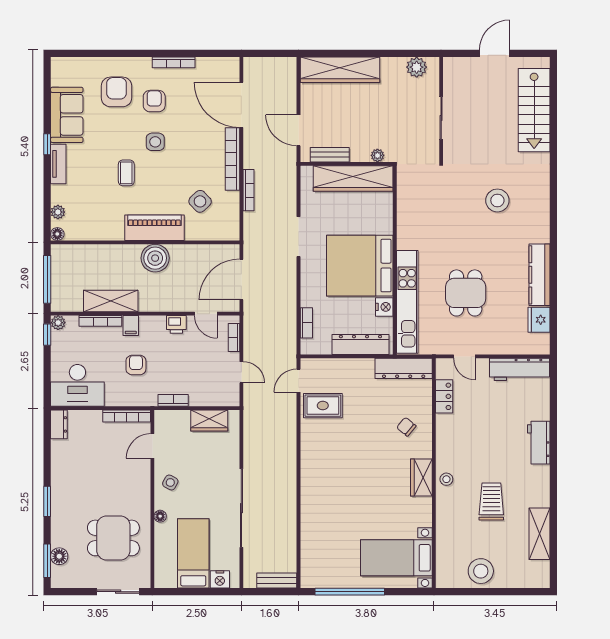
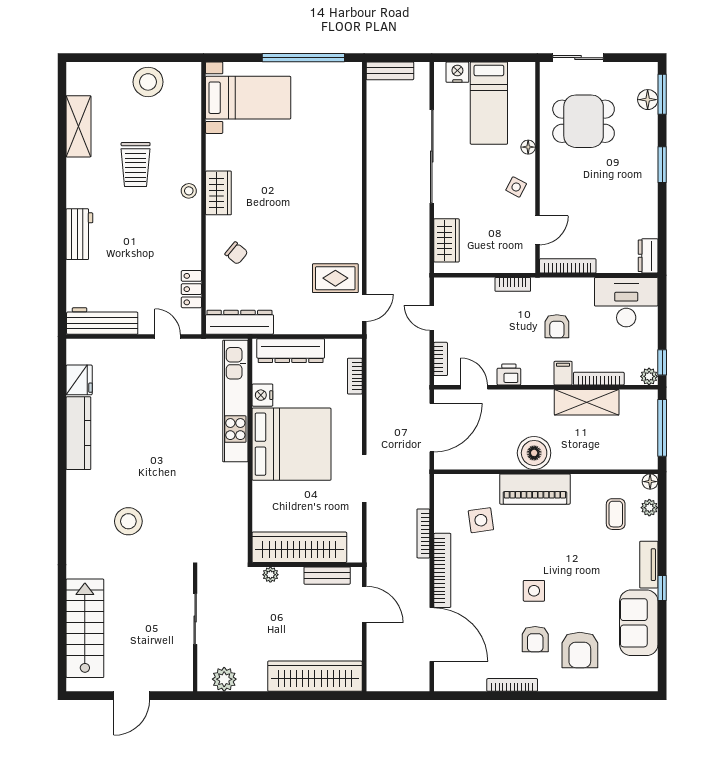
coffee table: (126, 173) -> (616, 514), moved
side table: (200, 201) -> (481, 520), turned 36
dining table: (466, 293) -> (166, 412), removed
wardrobe: (209, 420) -> (446, 240), moved, turned 90

